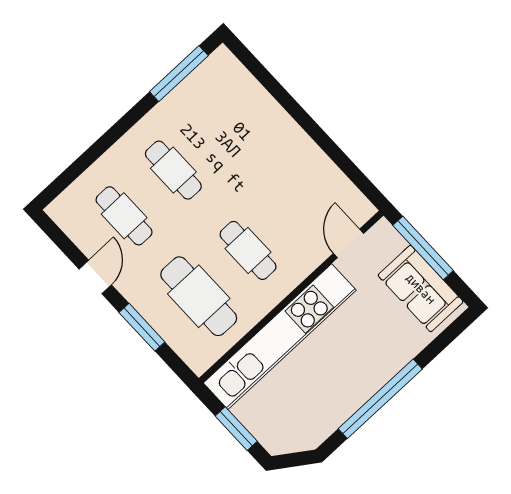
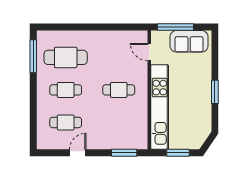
door: (95, 277) -> (78, 153), hinge flipped
cafe table: (199, 296) -> (66, 57), moved
window: (142, 327) -> (124, 153), moved
window: (380, 399) -> (215, 92), width x0.47

